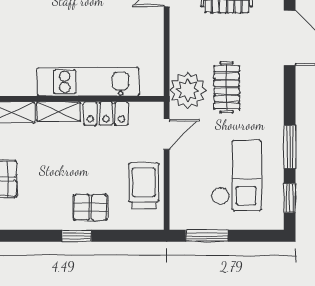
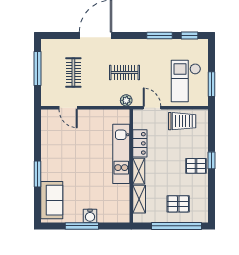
plant: (188, 90) -> (126, 100), width x0.53, depth x0.53
checkout: (236, 175) -> (186, 81), moved, turned -90
trolley: (144, 186) -> (182, 121), turned 180
pallet: (90, 207) -> (196, 166), moved, turned 90

